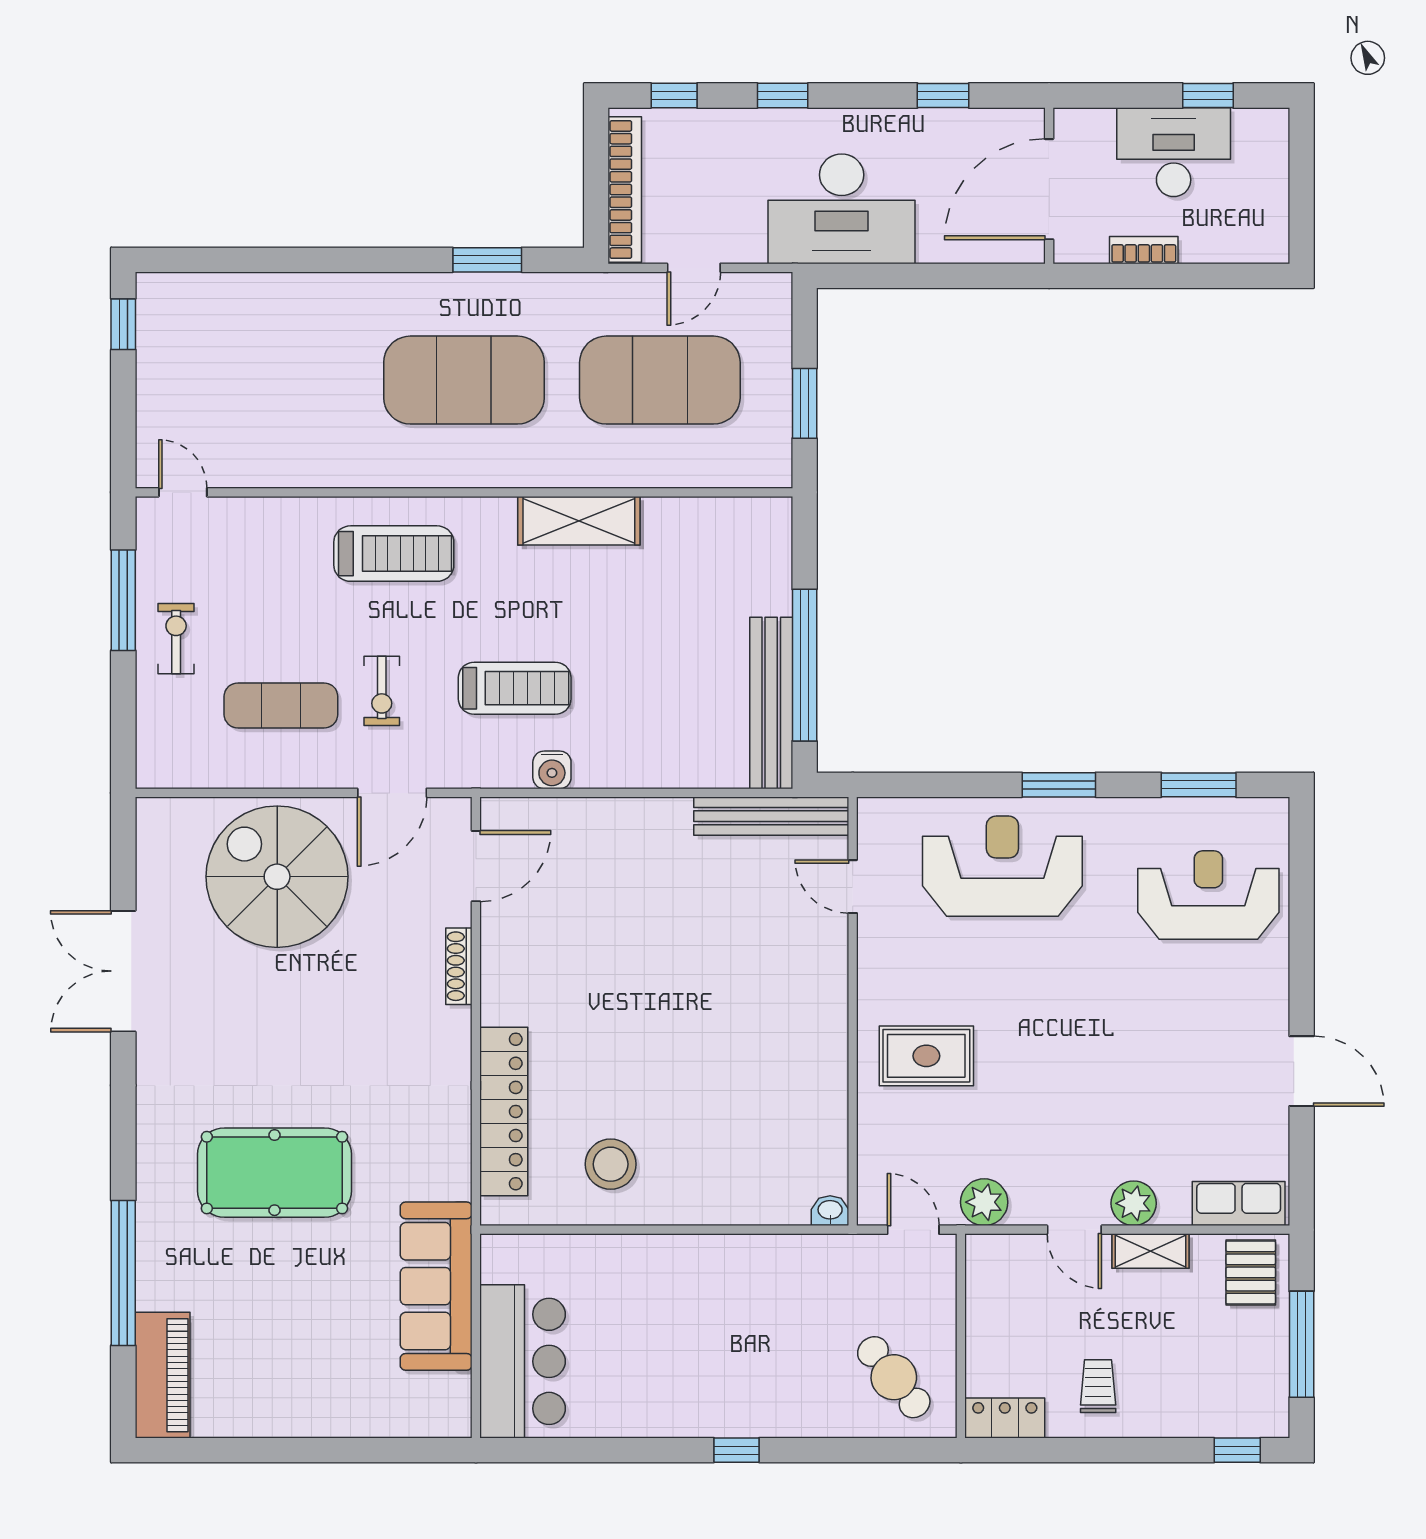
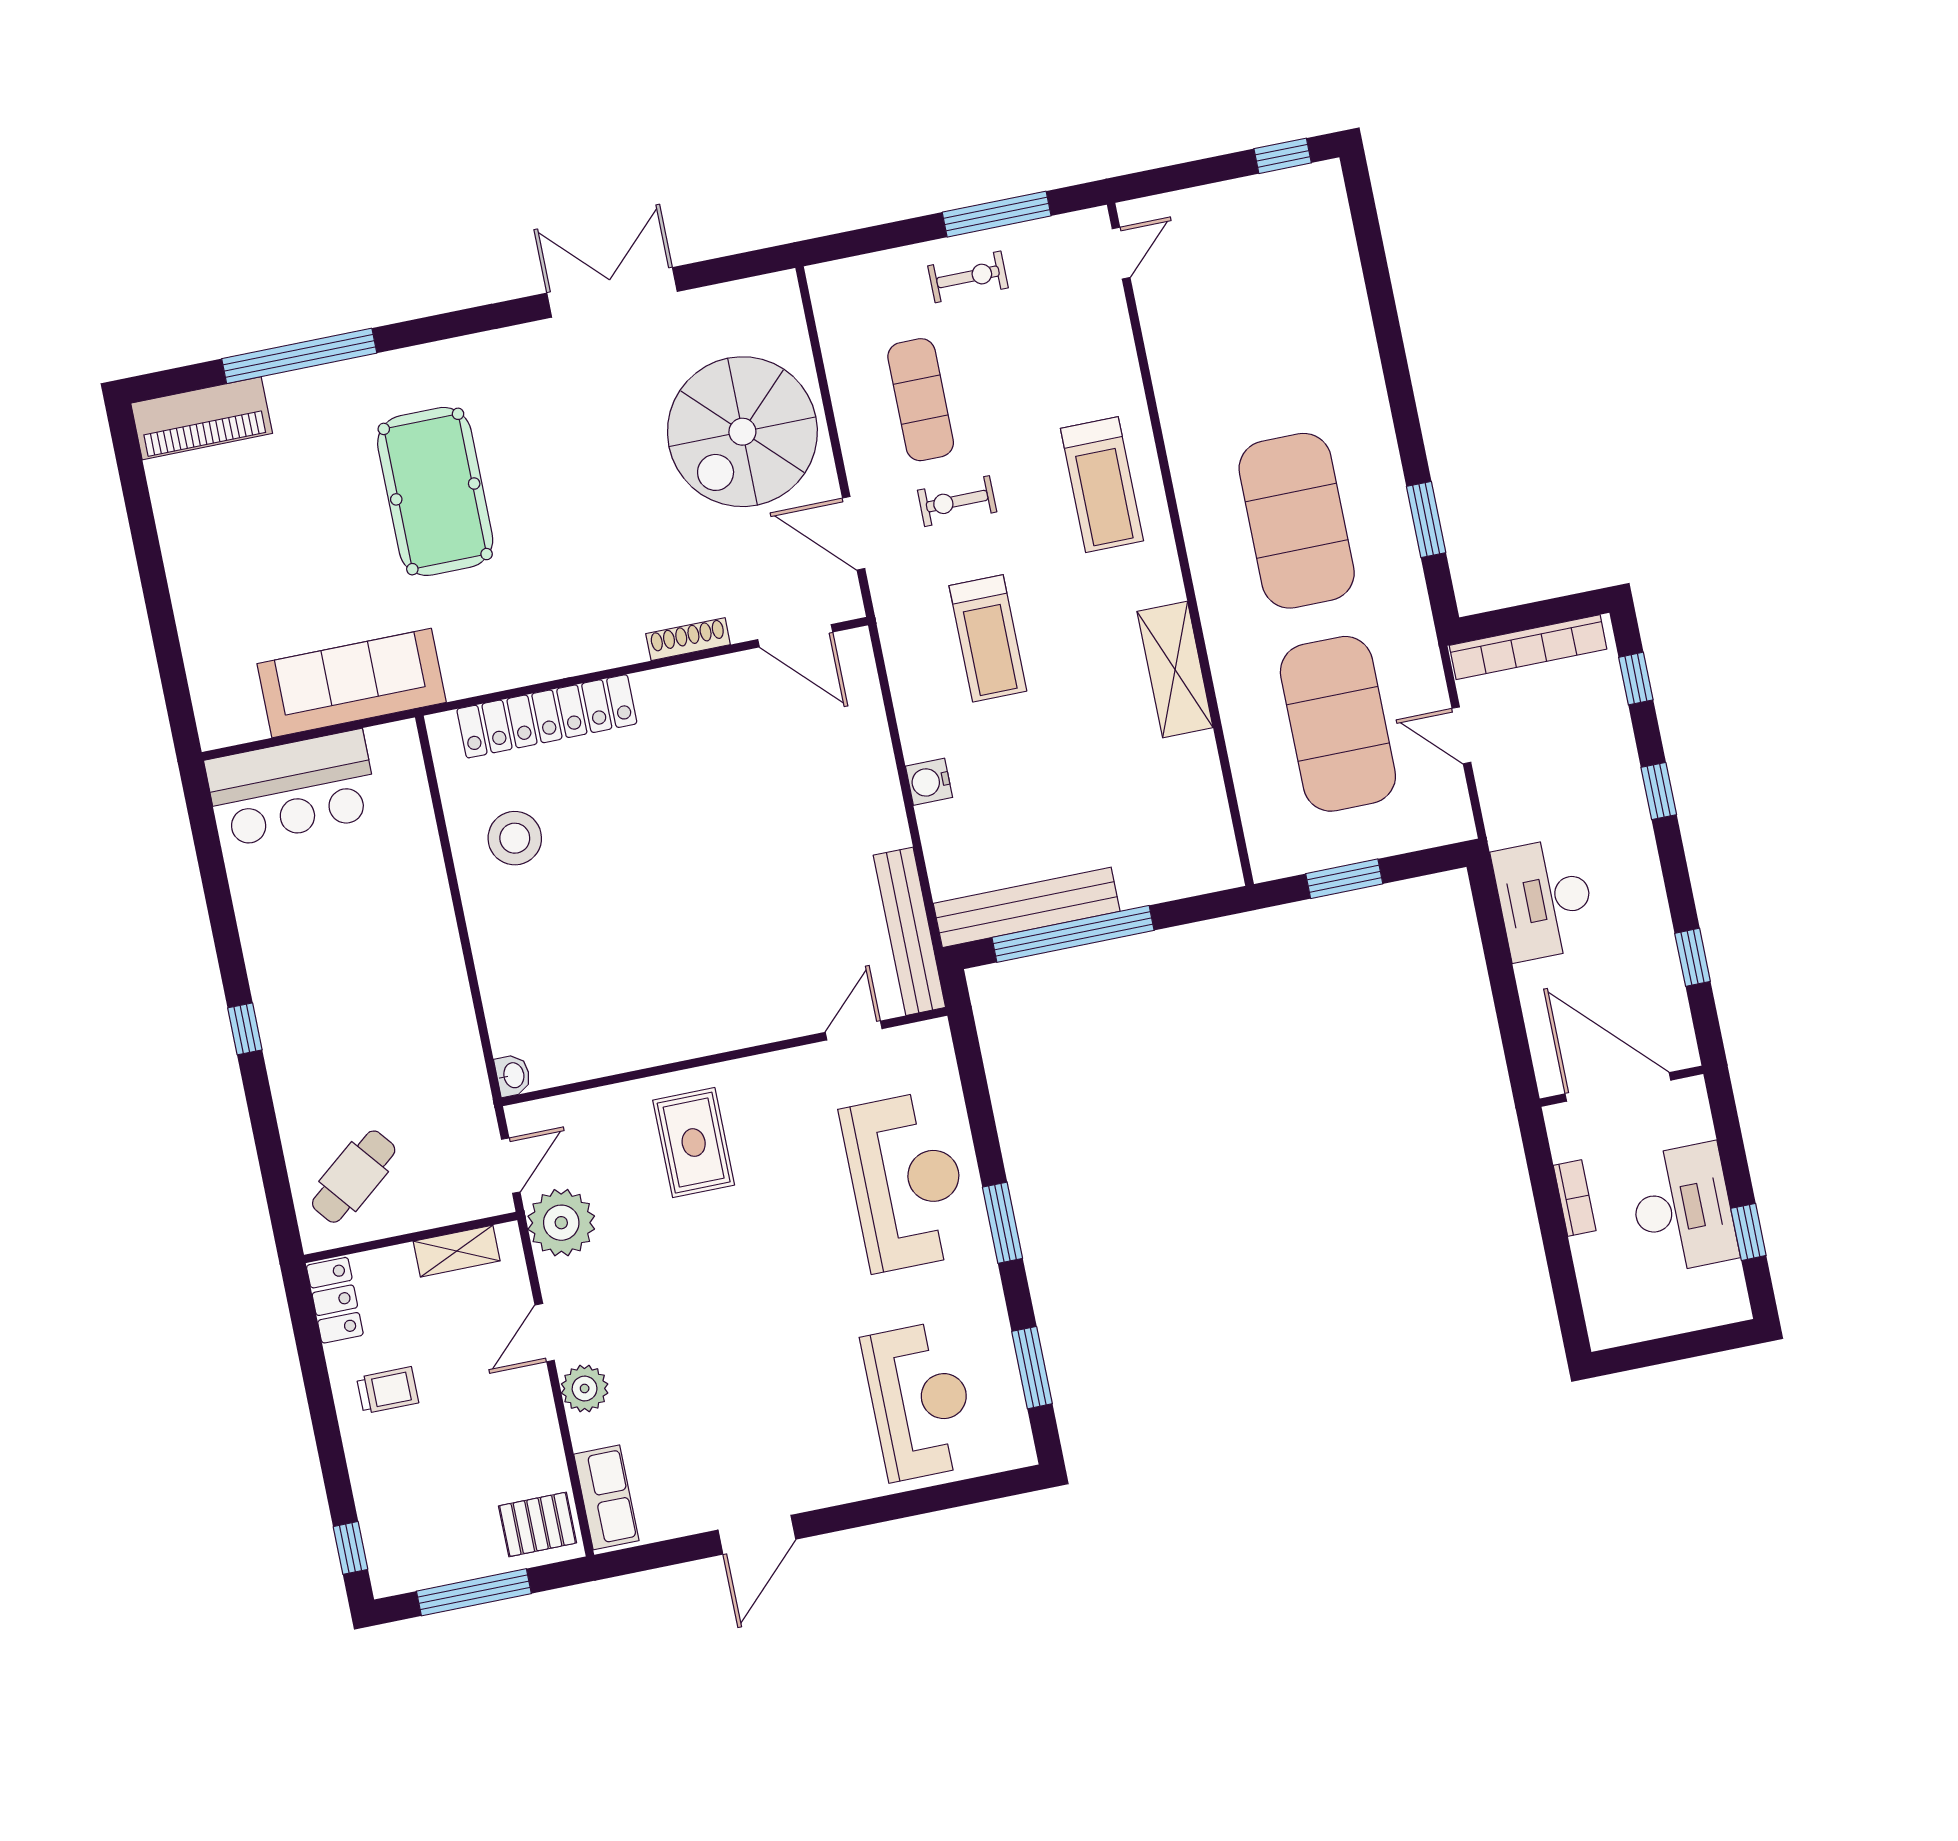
desk: (842, 209) -> (1545, 899), width x0.73, depth x0.77
water cooler: (552, 770) -> (929, 782), moved
spiral stairs: (277, 877) -> (742, 432), turned 180
plant: (984, 1202) -> (561, 1223), width x1.36, depth x1.36
shelving: (1150, 1251) -> (457, 1251), moved, turned 90

